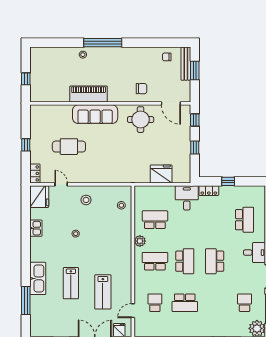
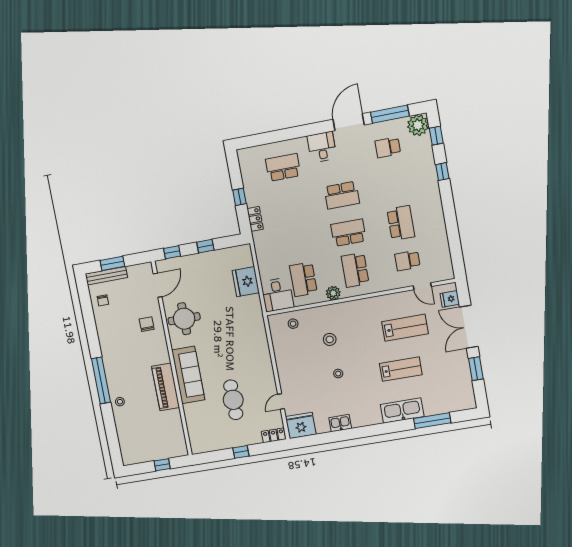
desk: (187, 198) -> (277, 295), moved, turned -90
stool: (86, 200) -> (330, 339), moved

